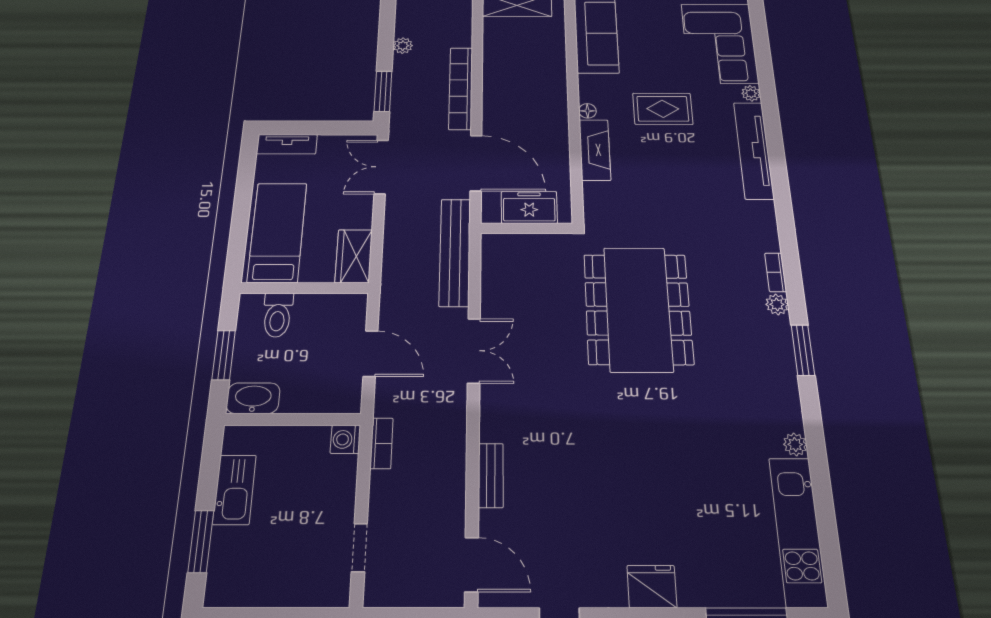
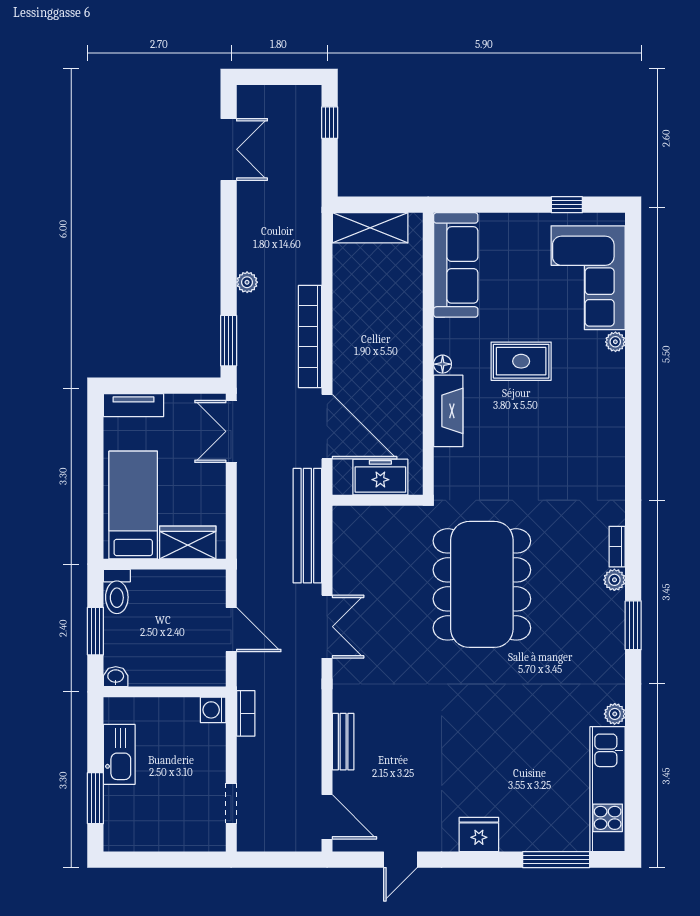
tv unit: (754, 150) -> (611, 411), removed
wardrobe: (354, 256) -> (188, 542), moved, turned 90
toilet: (278, 315) -> (117, 592), moved
washbasin: (253, 398) -> (116, 677), width x0.52, depth x0.69

